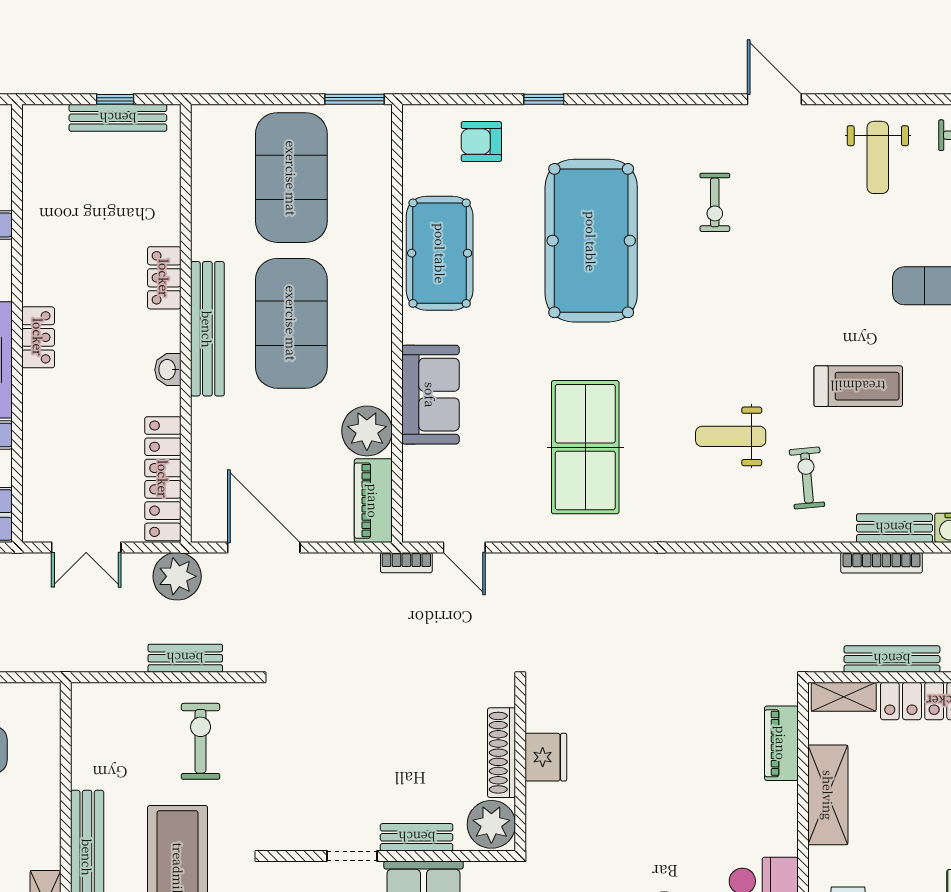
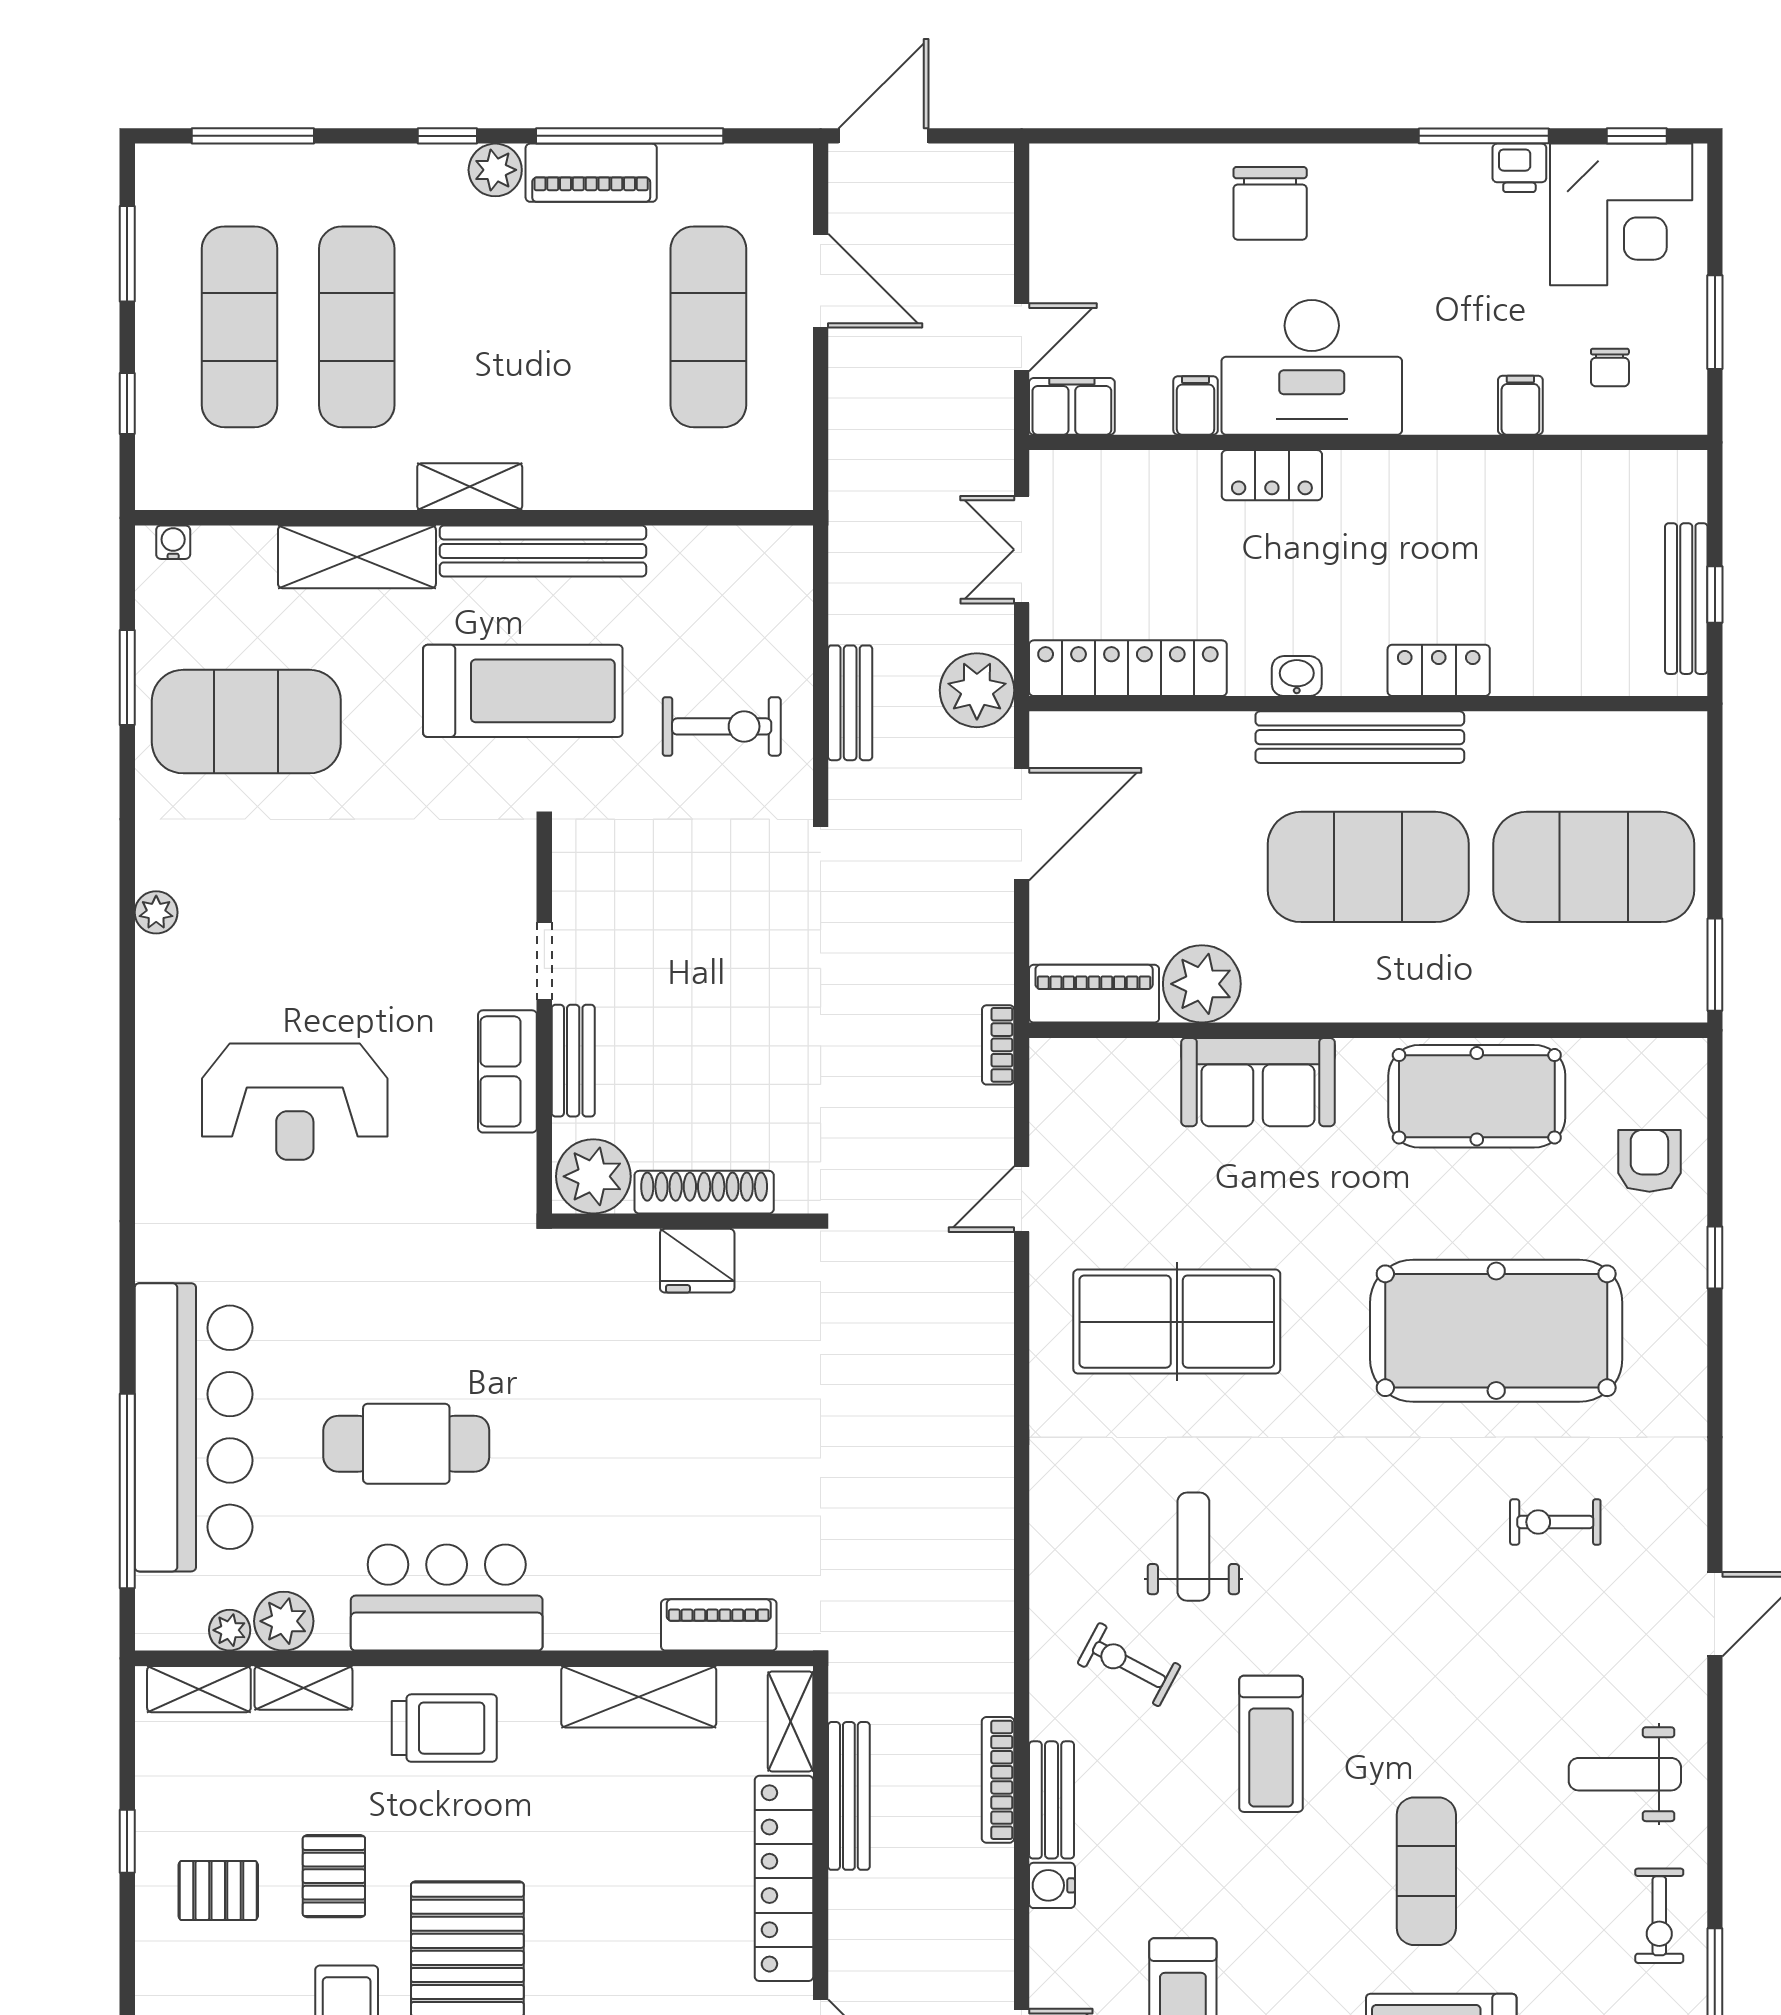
locker: (38, 337) -> (1272, 475), moved
exercise bike: (807, 478) -> (1129, 1665), turned -147
door: (464, 547) -> (1022, 1199), moved

